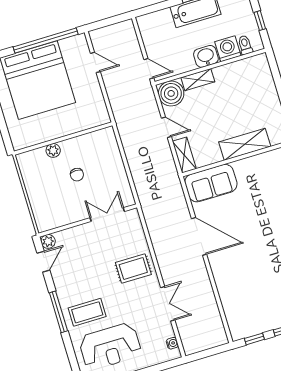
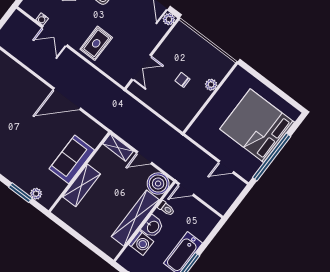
toilet: (245, 45) -> (166, 208), moved
shelving: (198, 80) -> (135, 218), width x2.20, depth x1.33
sofa: (211, 183) -> (72, 159), moved
water cooler: (172, 343) -> (42, 19), moved

